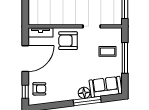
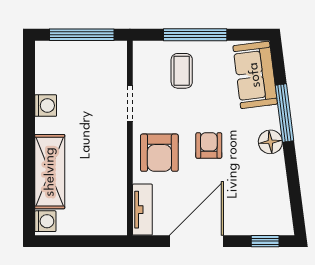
door: (25, 59) -> (196, 241), hinge flipped
armchair: (39, 89) -> (209, 145), moved
floor lamp: (84, 93) -> (270, 142), moved

